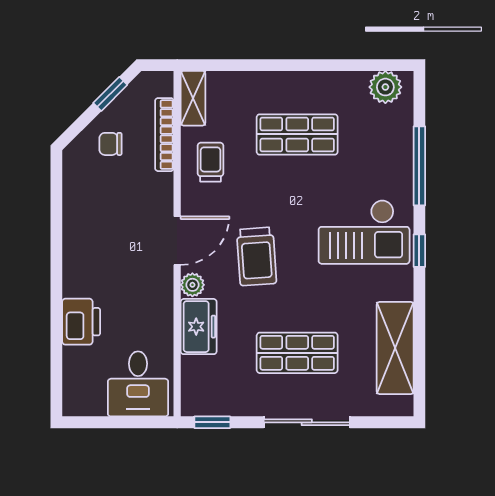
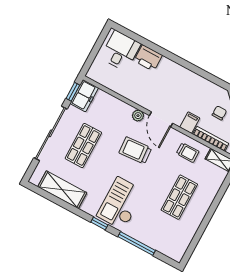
plant: (385, 87) -> (179, 247), removed
filing cabinet: (156, 187) -> (190, 123), added
freezer: (199, 327) -> (84, 96), moved, turned -90
desk: (138, 384) -> (121, 51), moved, turned 90
sliding door: (307, 422) -> (51, 133), width x1.36

